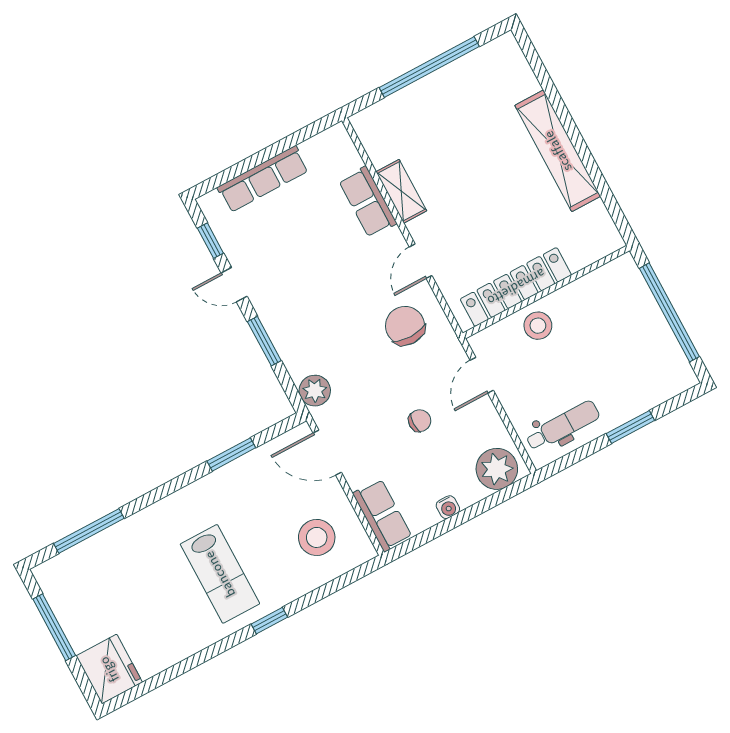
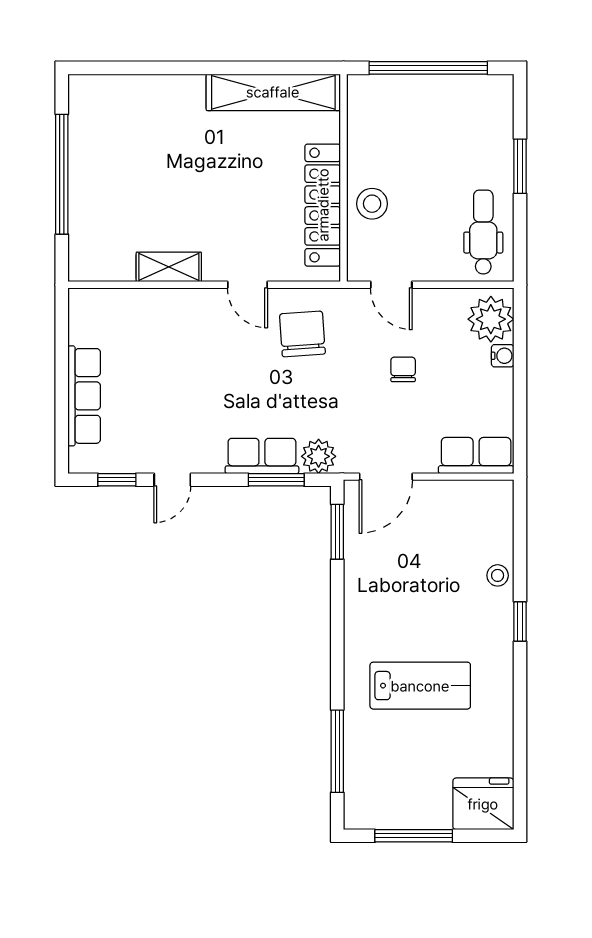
shelving: (558, 151) -> (273, 92), moved
row of seats: (368, 202) -> (262, 456), moved, turned 180
chair: (405, 326) -> (302, 334), turned 86
window: (264, 341) -> (276, 480), moved
window: (231, 454) -> (337, 532), moved
water cooler: (448, 507) -> (503, 356), moved
stool: (317, 537) -> (498, 575), moved, width x0.53, depth x0.53
lab bench: (220, 574) -> (420, 686), moved

